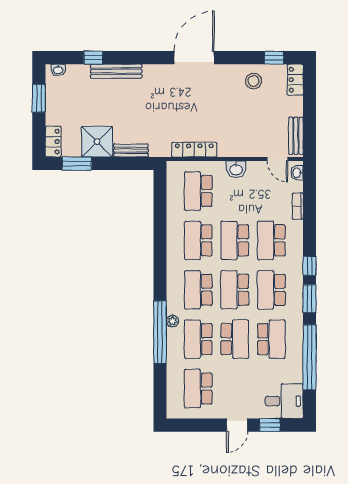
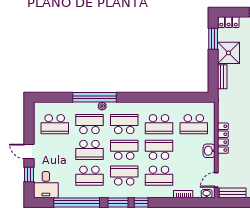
locker: (194, 150) -> (223, 138), moved
school desk: (198, 191) -> (194, 124), turned 180
school desk: (198, 240) -> (159, 124), turned 180
school desk: (271, 240) -> (159, 176), turned 180
school desk: (198, 389) -> (55, 124), turned 180

